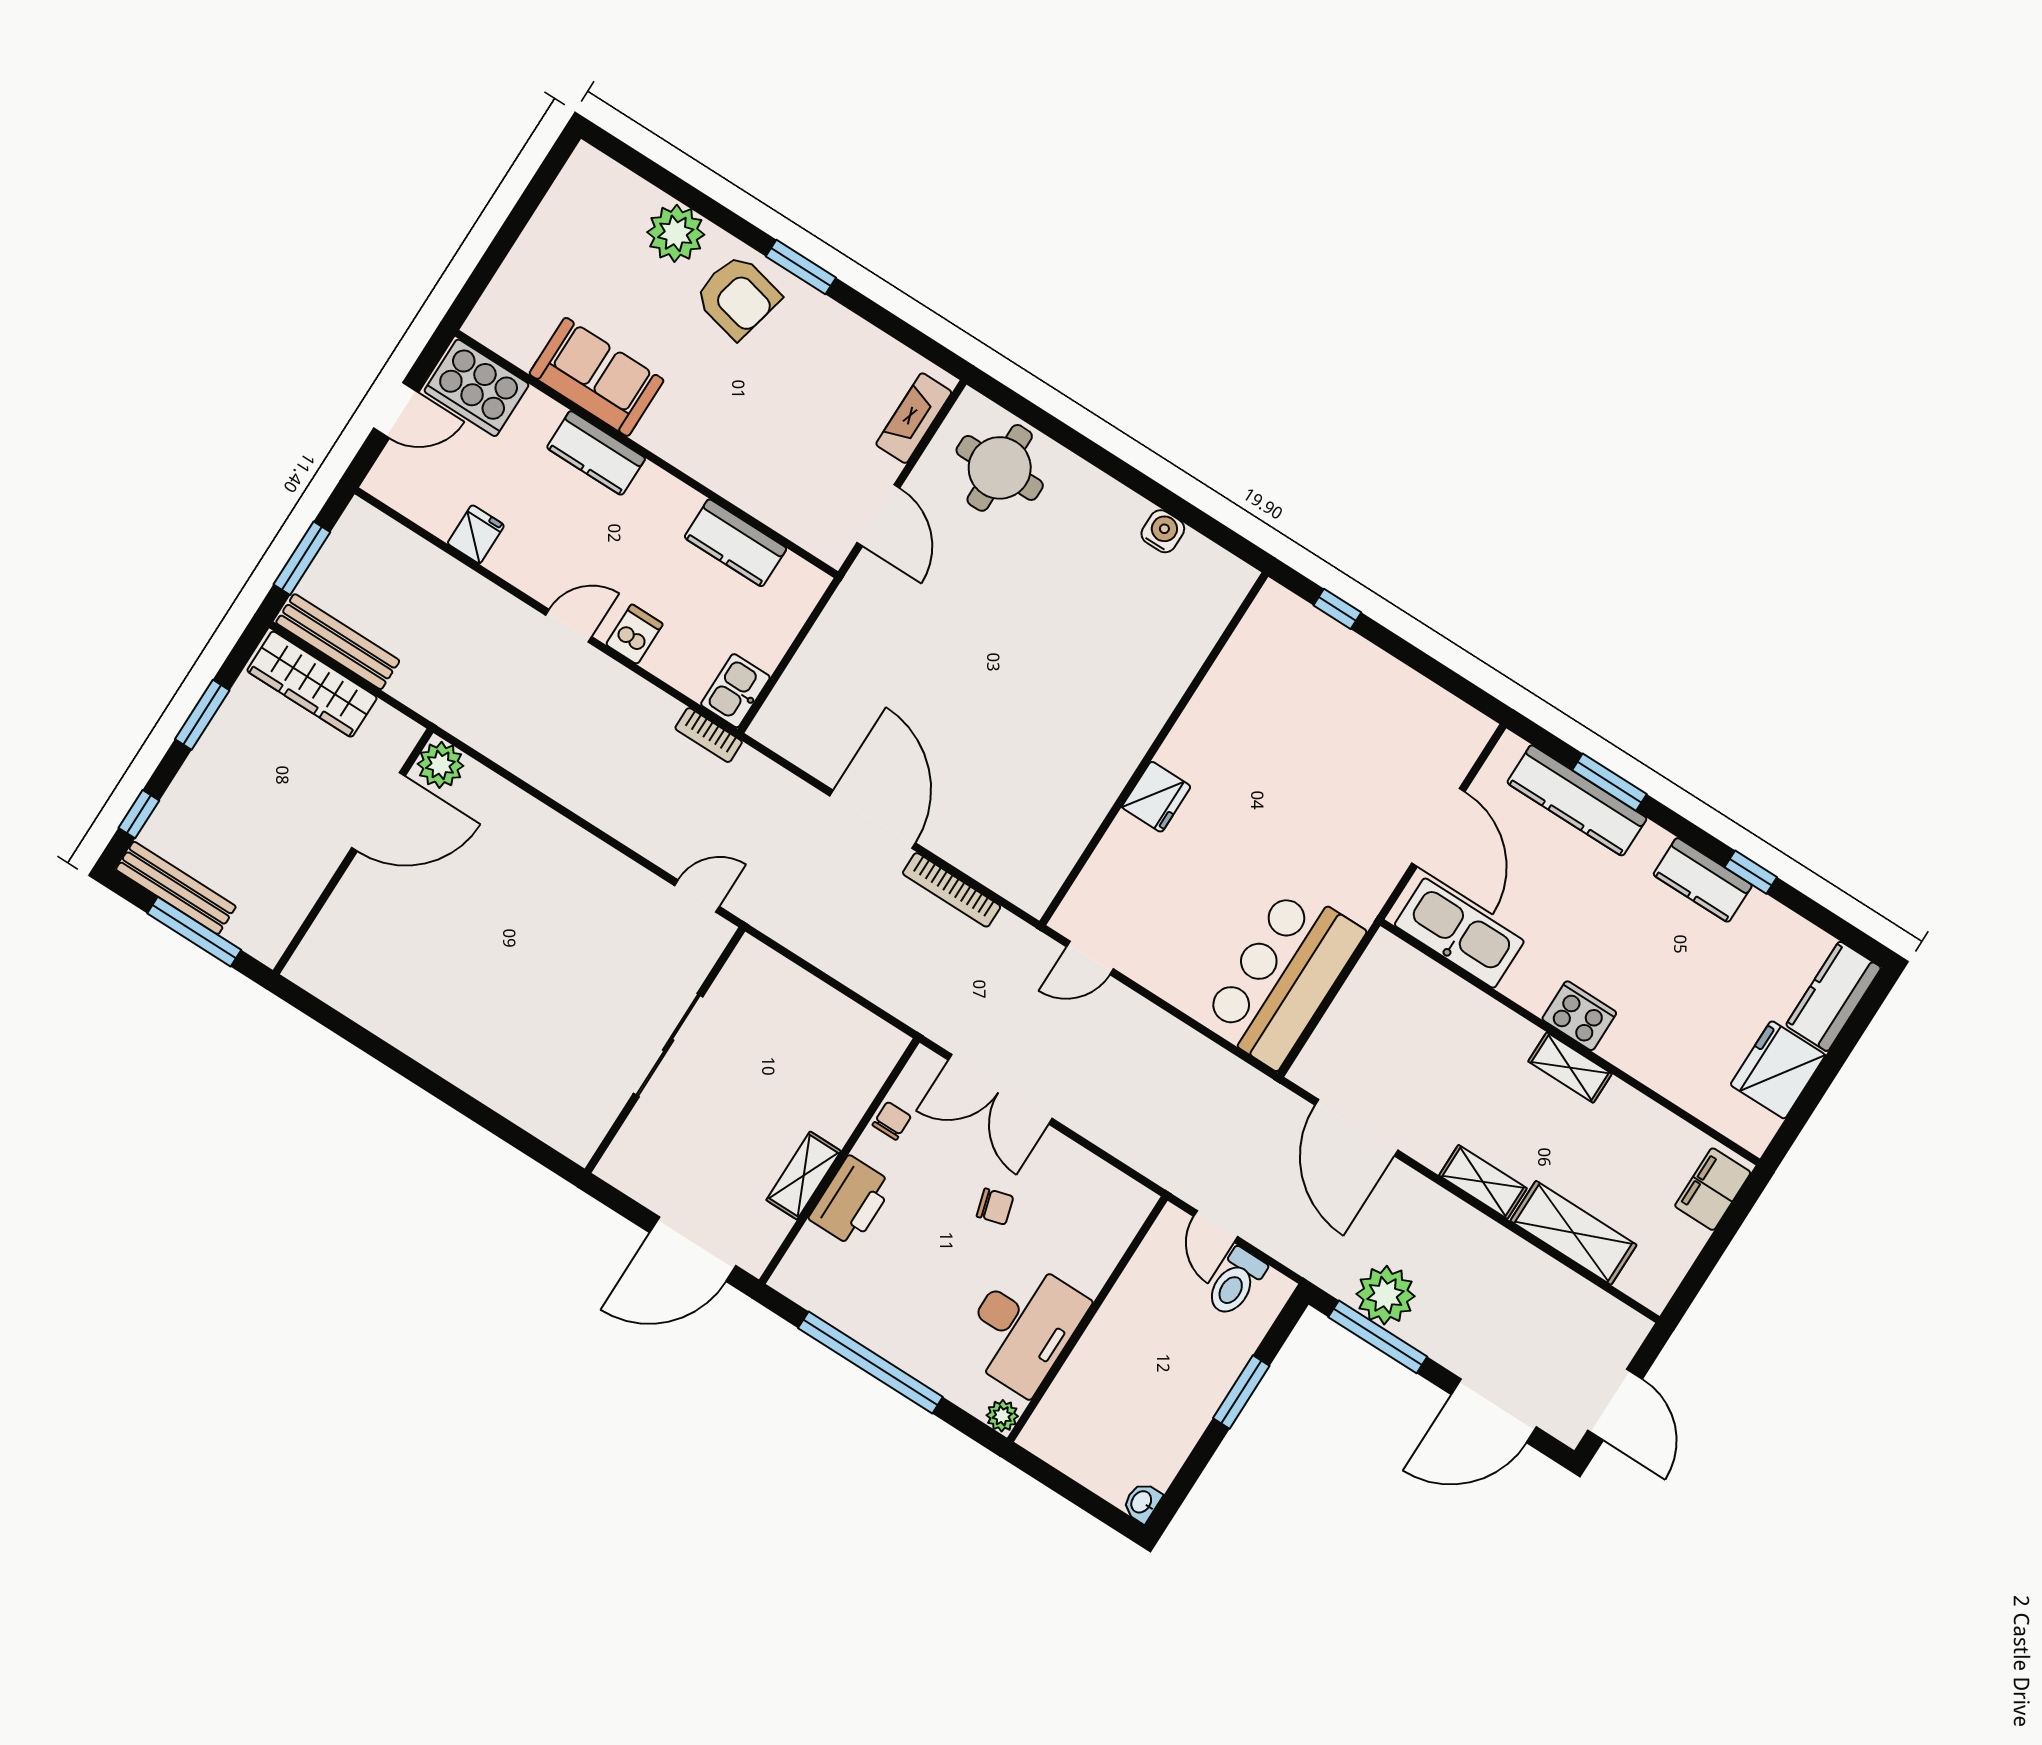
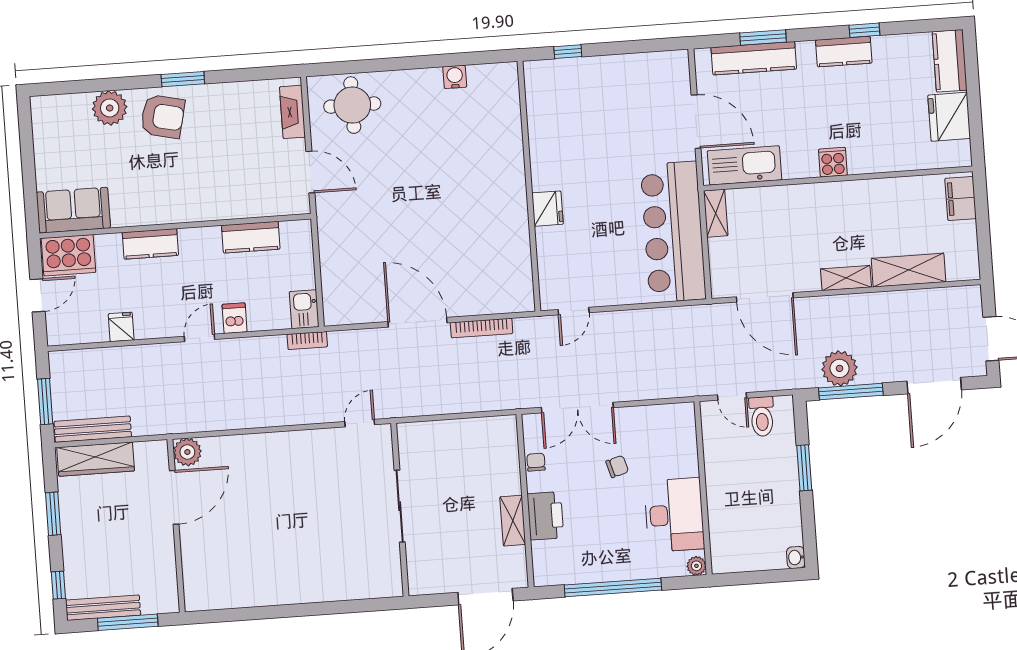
sofa: (596, 377) -> (73, 210), moved
bar counter: (1283, 977) -> (673, 232), width x1.36
cooker: (1579, 1016) -> (833, 162), width x0.73
shelving: (1570, 1068) -> (716, 213), moved, turned 90

